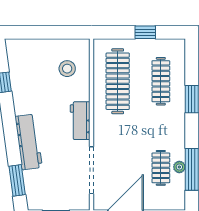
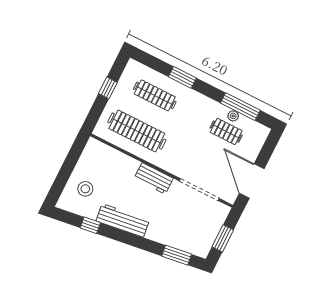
stool: (67, 69) -> (85, 189), moved
workbench: (29, 142) -> (123, 220), moved

